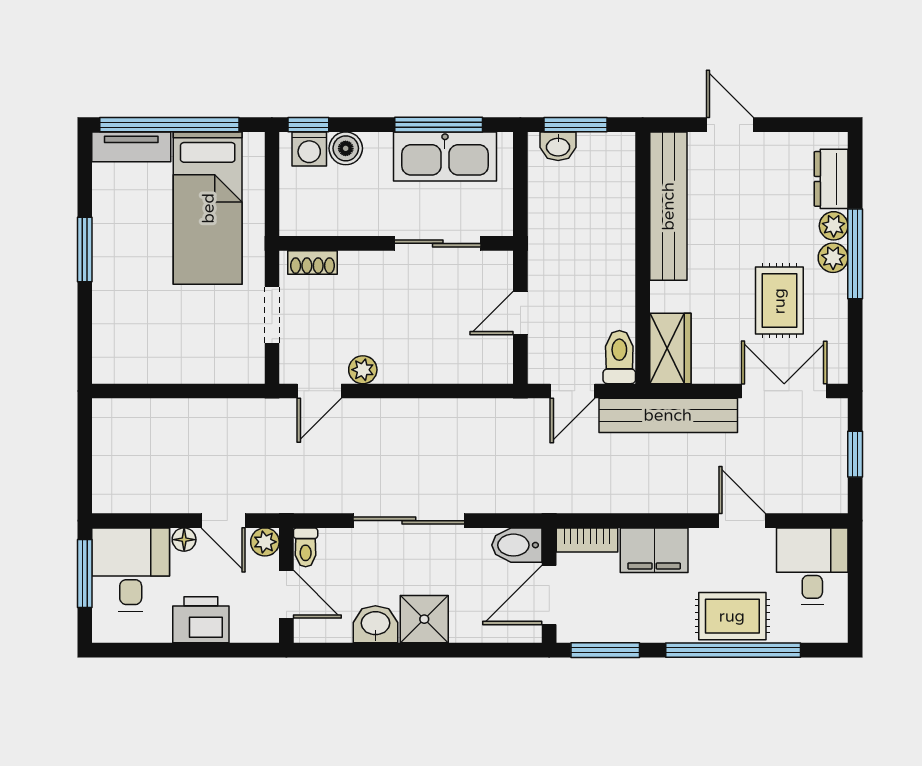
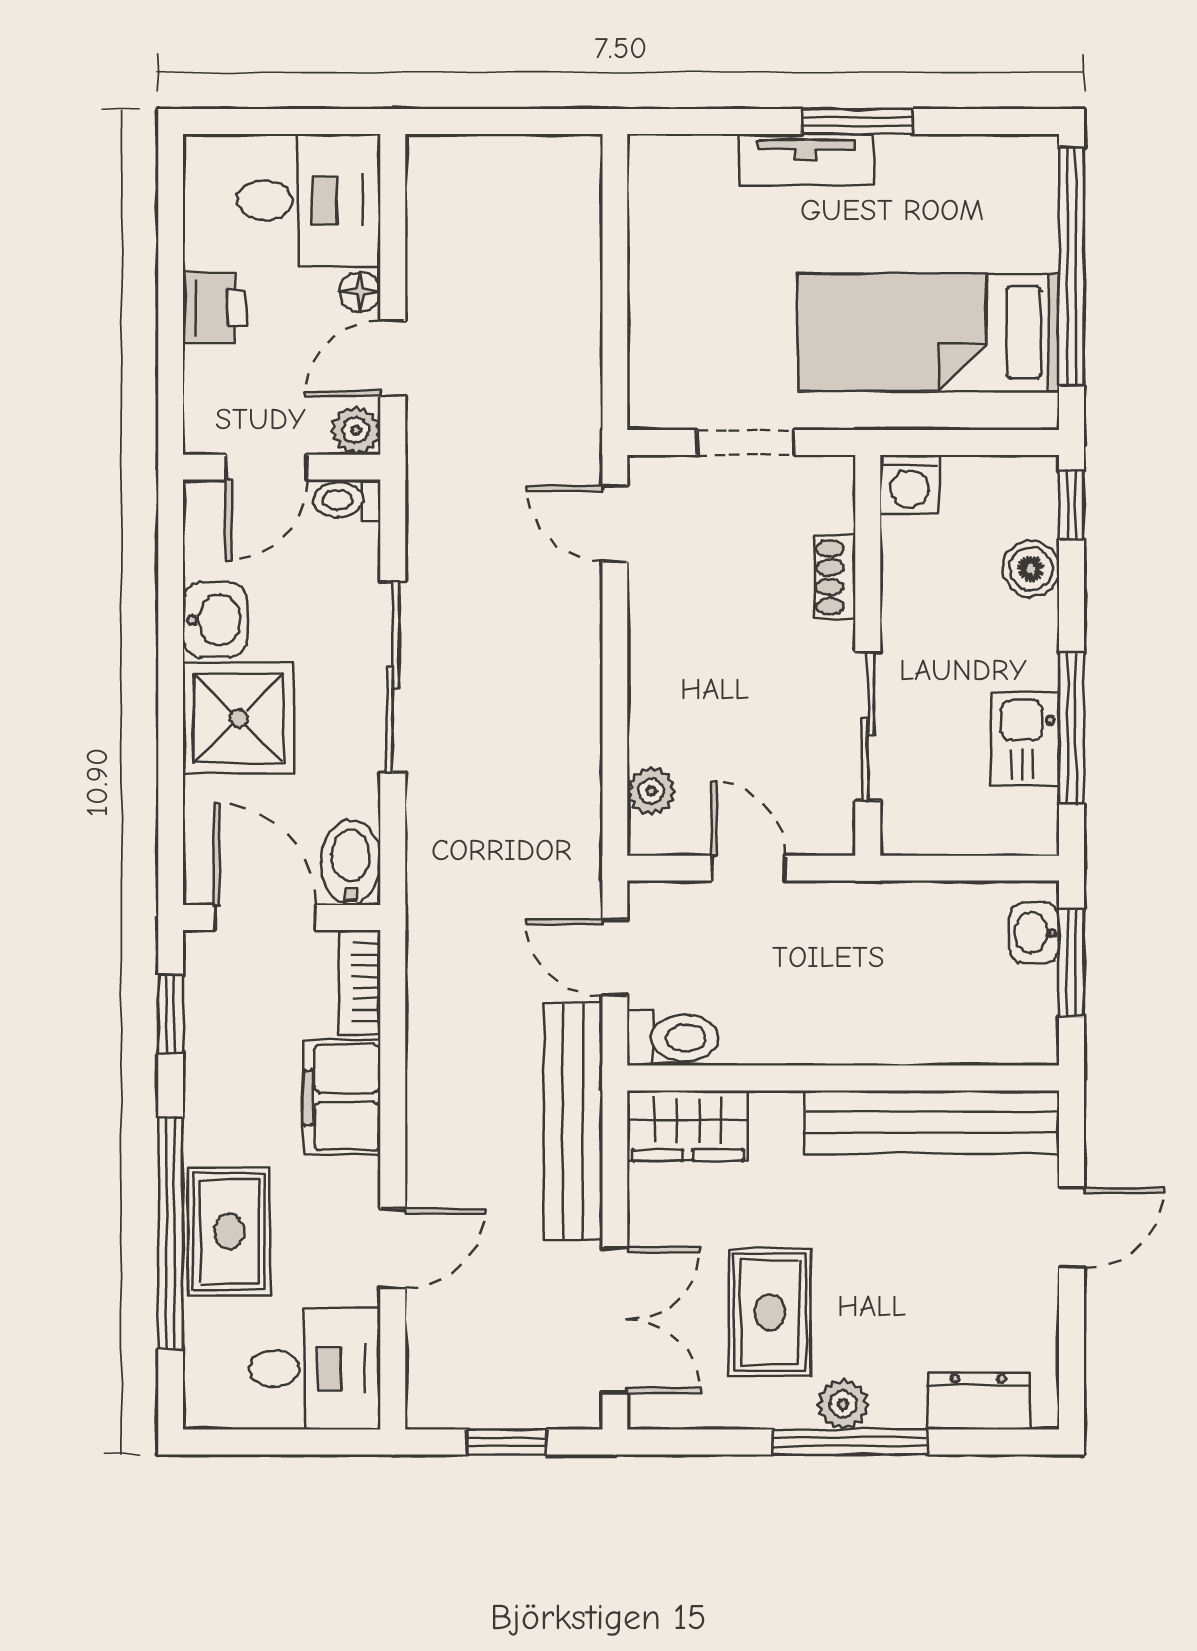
tv unit: (131, 147) -> (806, 160), moved, turned -90
washing machine: (309, 149) -> (910, 484), moved, turned -90
kitchen sink: (445, 156) -> (1025, 739), width x0.53, depth x0.81
plant: (834, 226) -> (898, 1405), removed
shoe rack: (313, 263) -> (835, 577), moved
rug: (779, 301) -> (770, 1312), turned 90
plant: (363, 370) -> (651, 791), moved
window: (85, 574) -> (302, 122), removed
shower: (424, 619) -> (239, 718), width x1.36, depth x1.36
printer: (201, 620) -> (215, 308), width x0.73, depth x0.81
window: (605, 650) -> (171, 1014), width x0.67

